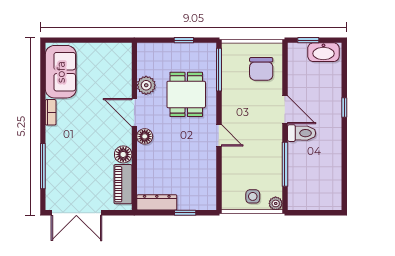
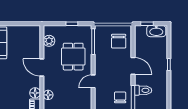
plant: (146, 85) -> (49, 41), moved
toilet: (302, 133) -> (143, 90), moved
door: (219, 135) -> (93, 81), swing flipped
floor lamp: (145, 136) -> (48, 95), moved
chair: (264, 162) -> (120, 97), added

